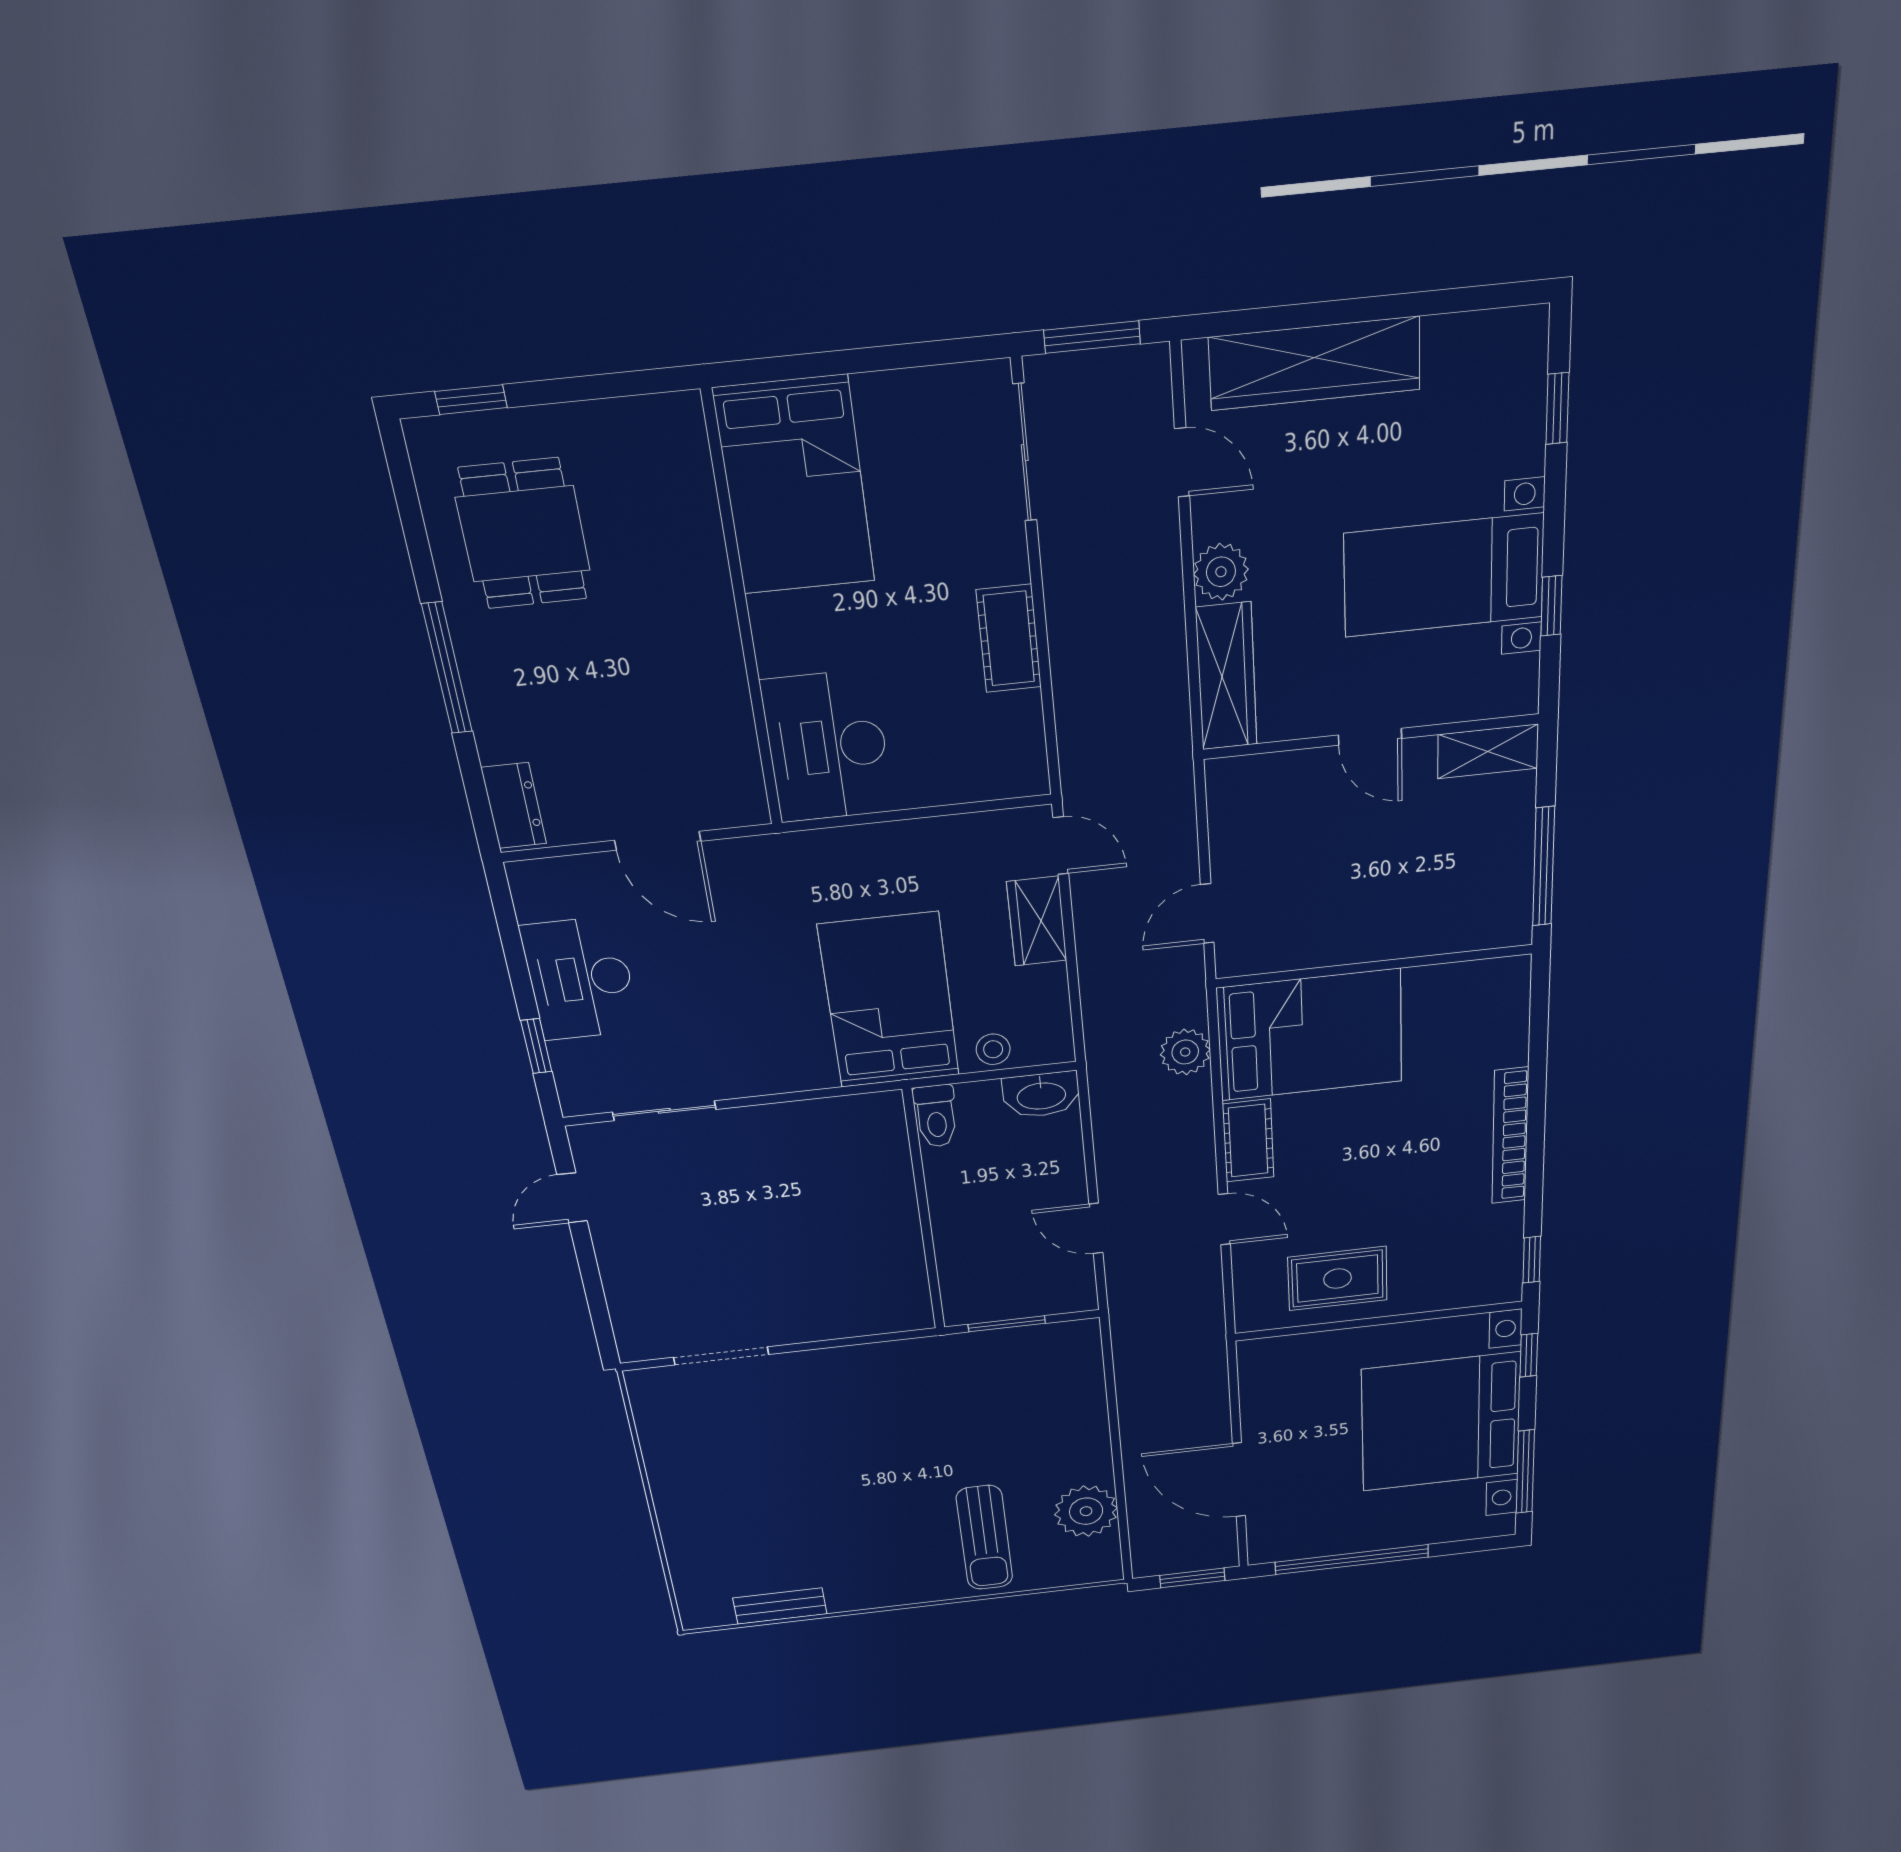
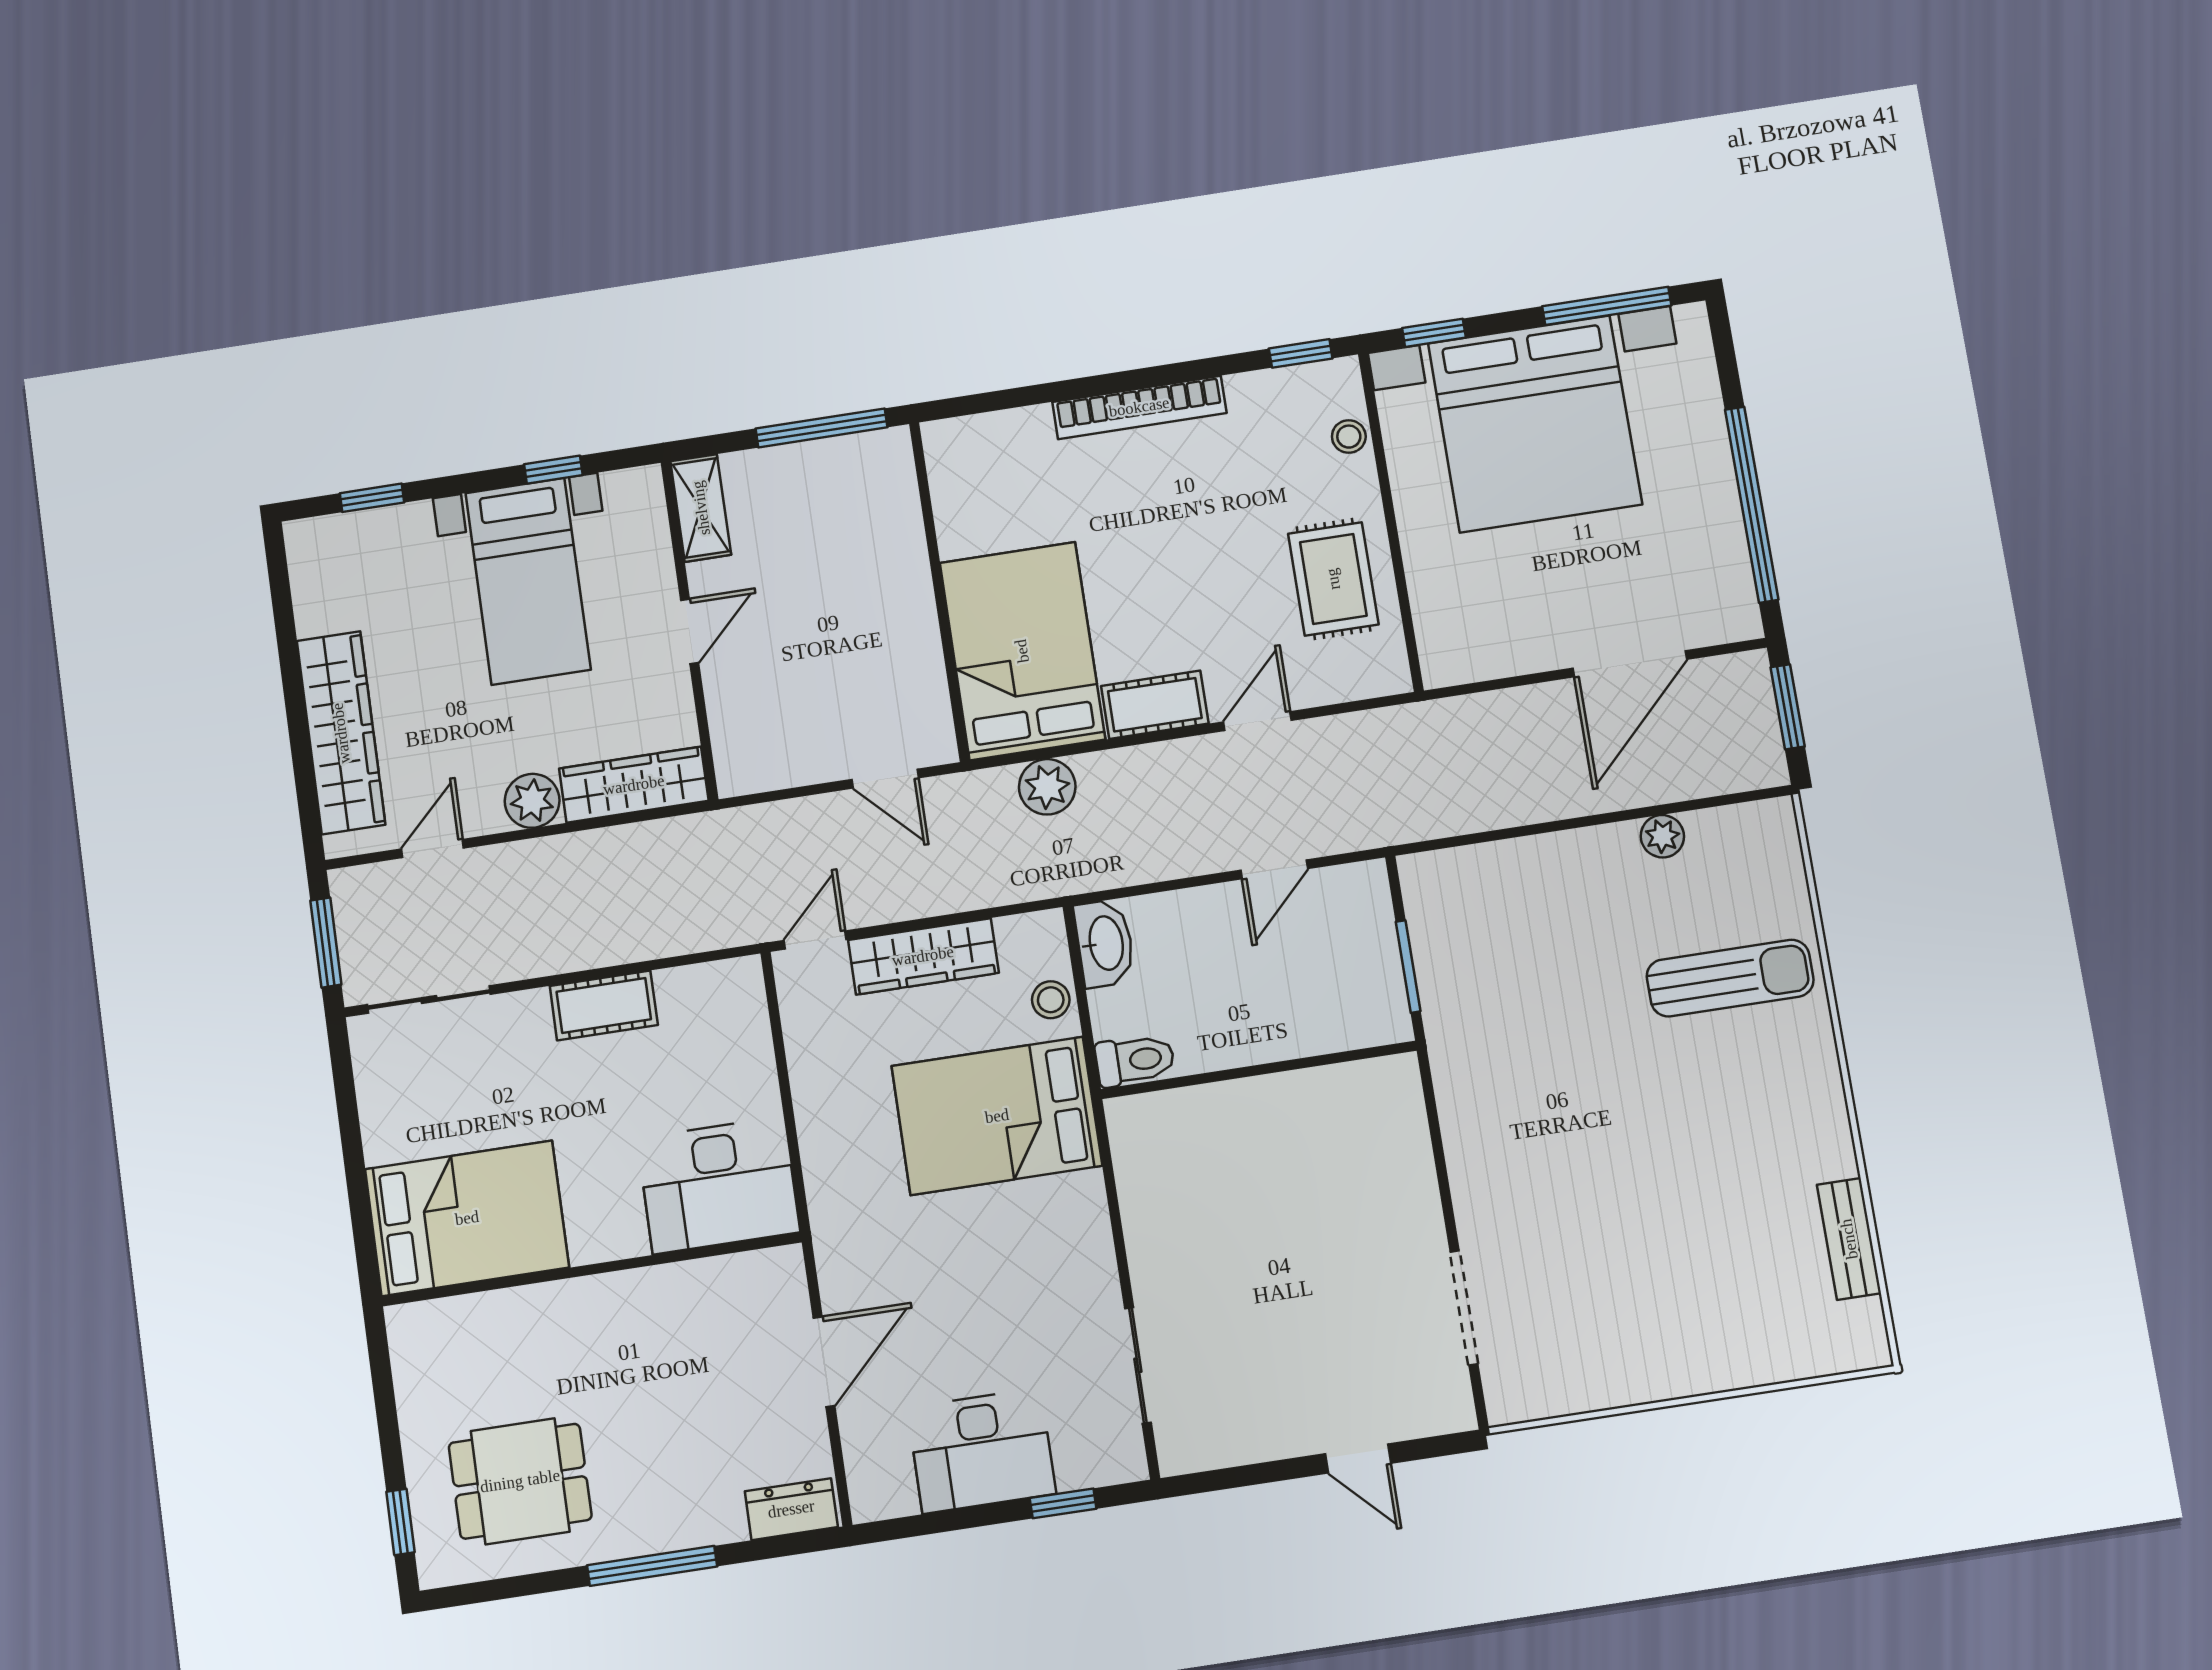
wardrobe: (1037, 921) -> (923, 956), width x1.50
door: (572, 1198) -> (1358, 1458), moved
stool: (1455, 1293) -> (1349, 437), added
plant: (1086, 1511) -> (1662, 836), width x0.53, depth x0.53

